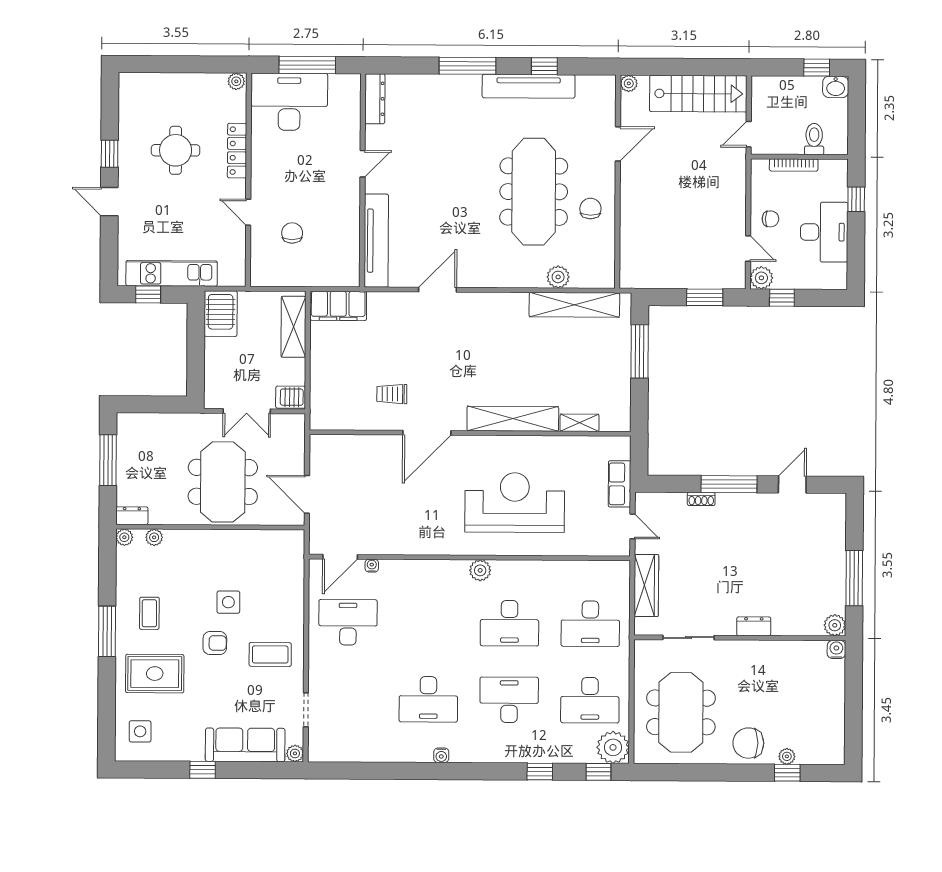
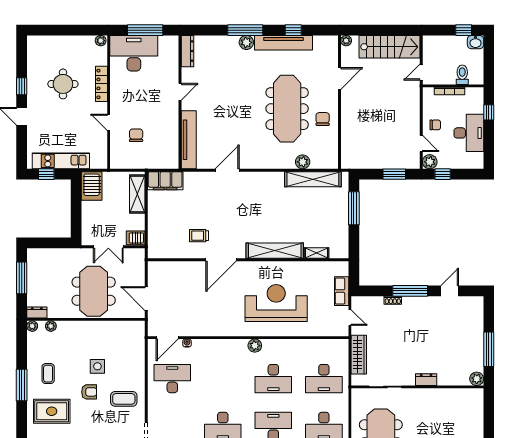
plant: (469, 86) -> (246, 42), added
water cooler: (836, 649) -> (478, 394), removed

